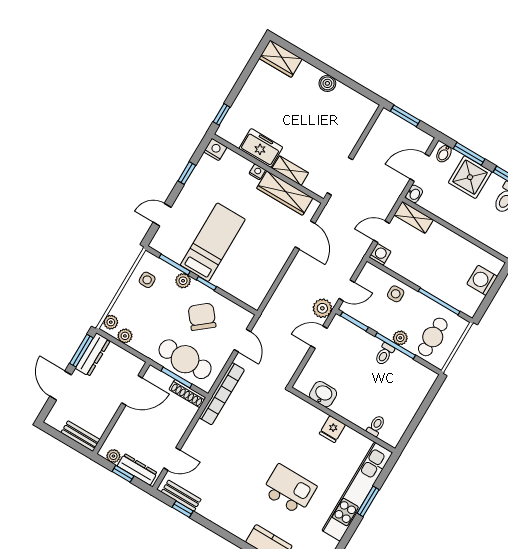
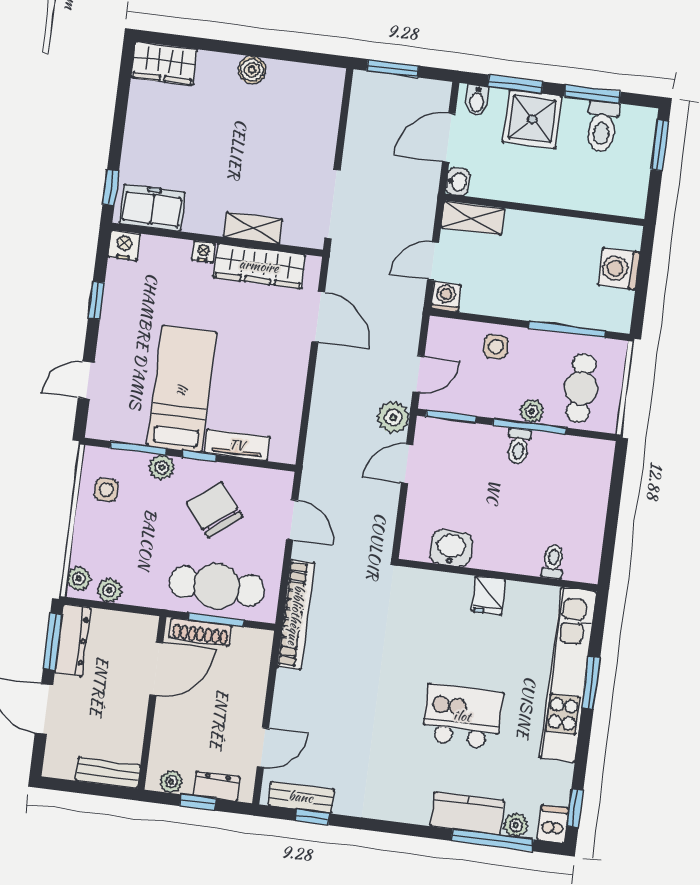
freezer: (261, 148) -> (152, 208), moved
tv unit: (230, 286) -> (237, 445), added
shoe rack: (187, 394) -> (200, 632), moved
dresser: (137, 469) -> (217, 786), width x0.70

